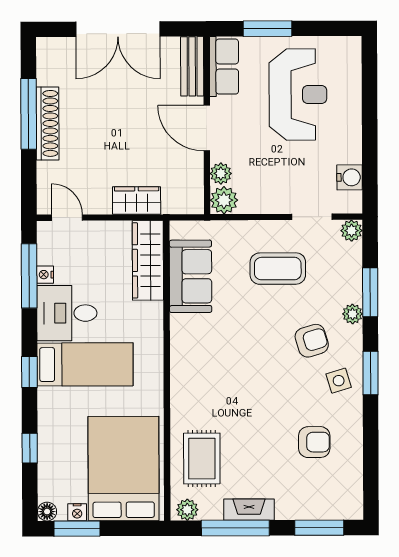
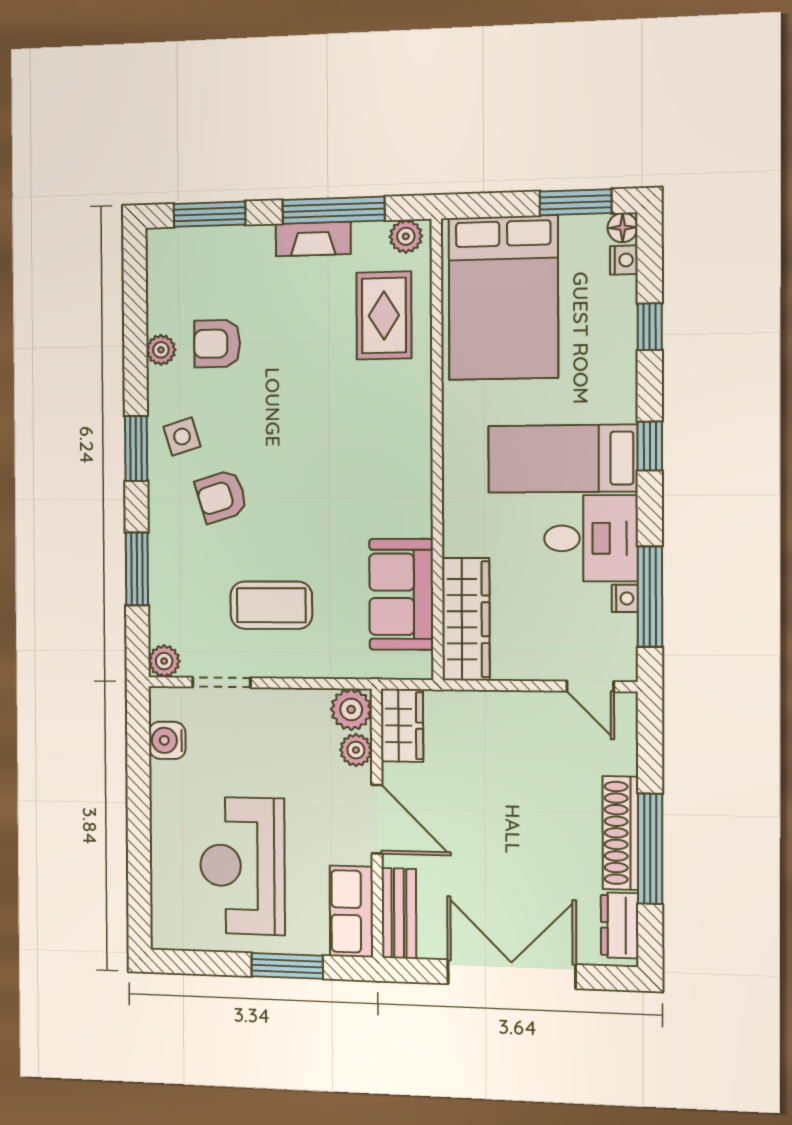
dresser: (48, 64) -> (620, 925), added
wardrobe: (137, 201) -> (402, 725), moved, turned -90
plant: (353, 314) -> (161, 350), moved
nightstand: (77, 512) -> (624, 260), moved, turned 90

